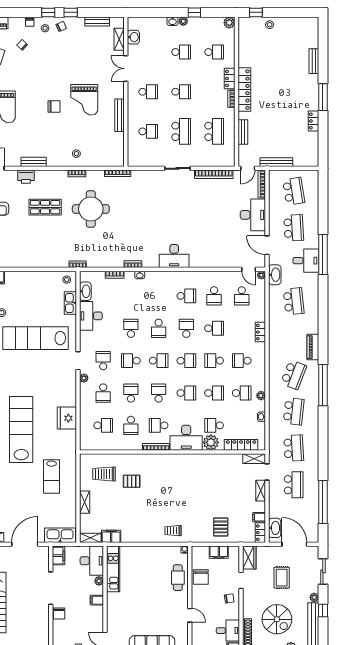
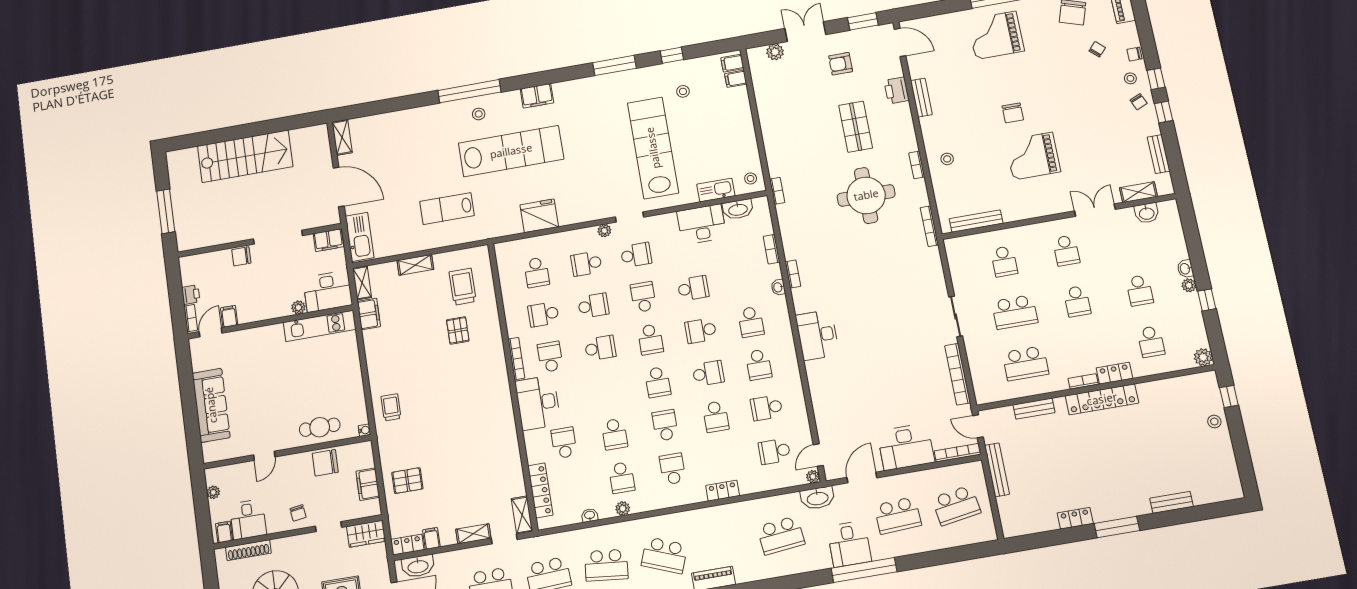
bench: (120, 115) -> (976, 221), moved
school desk: (186, 393) -> (751, 322), moved
plant: (211, 442) -> (537, 442), removed
filing cabinet: (97, 600) -> (229, 316), moved

